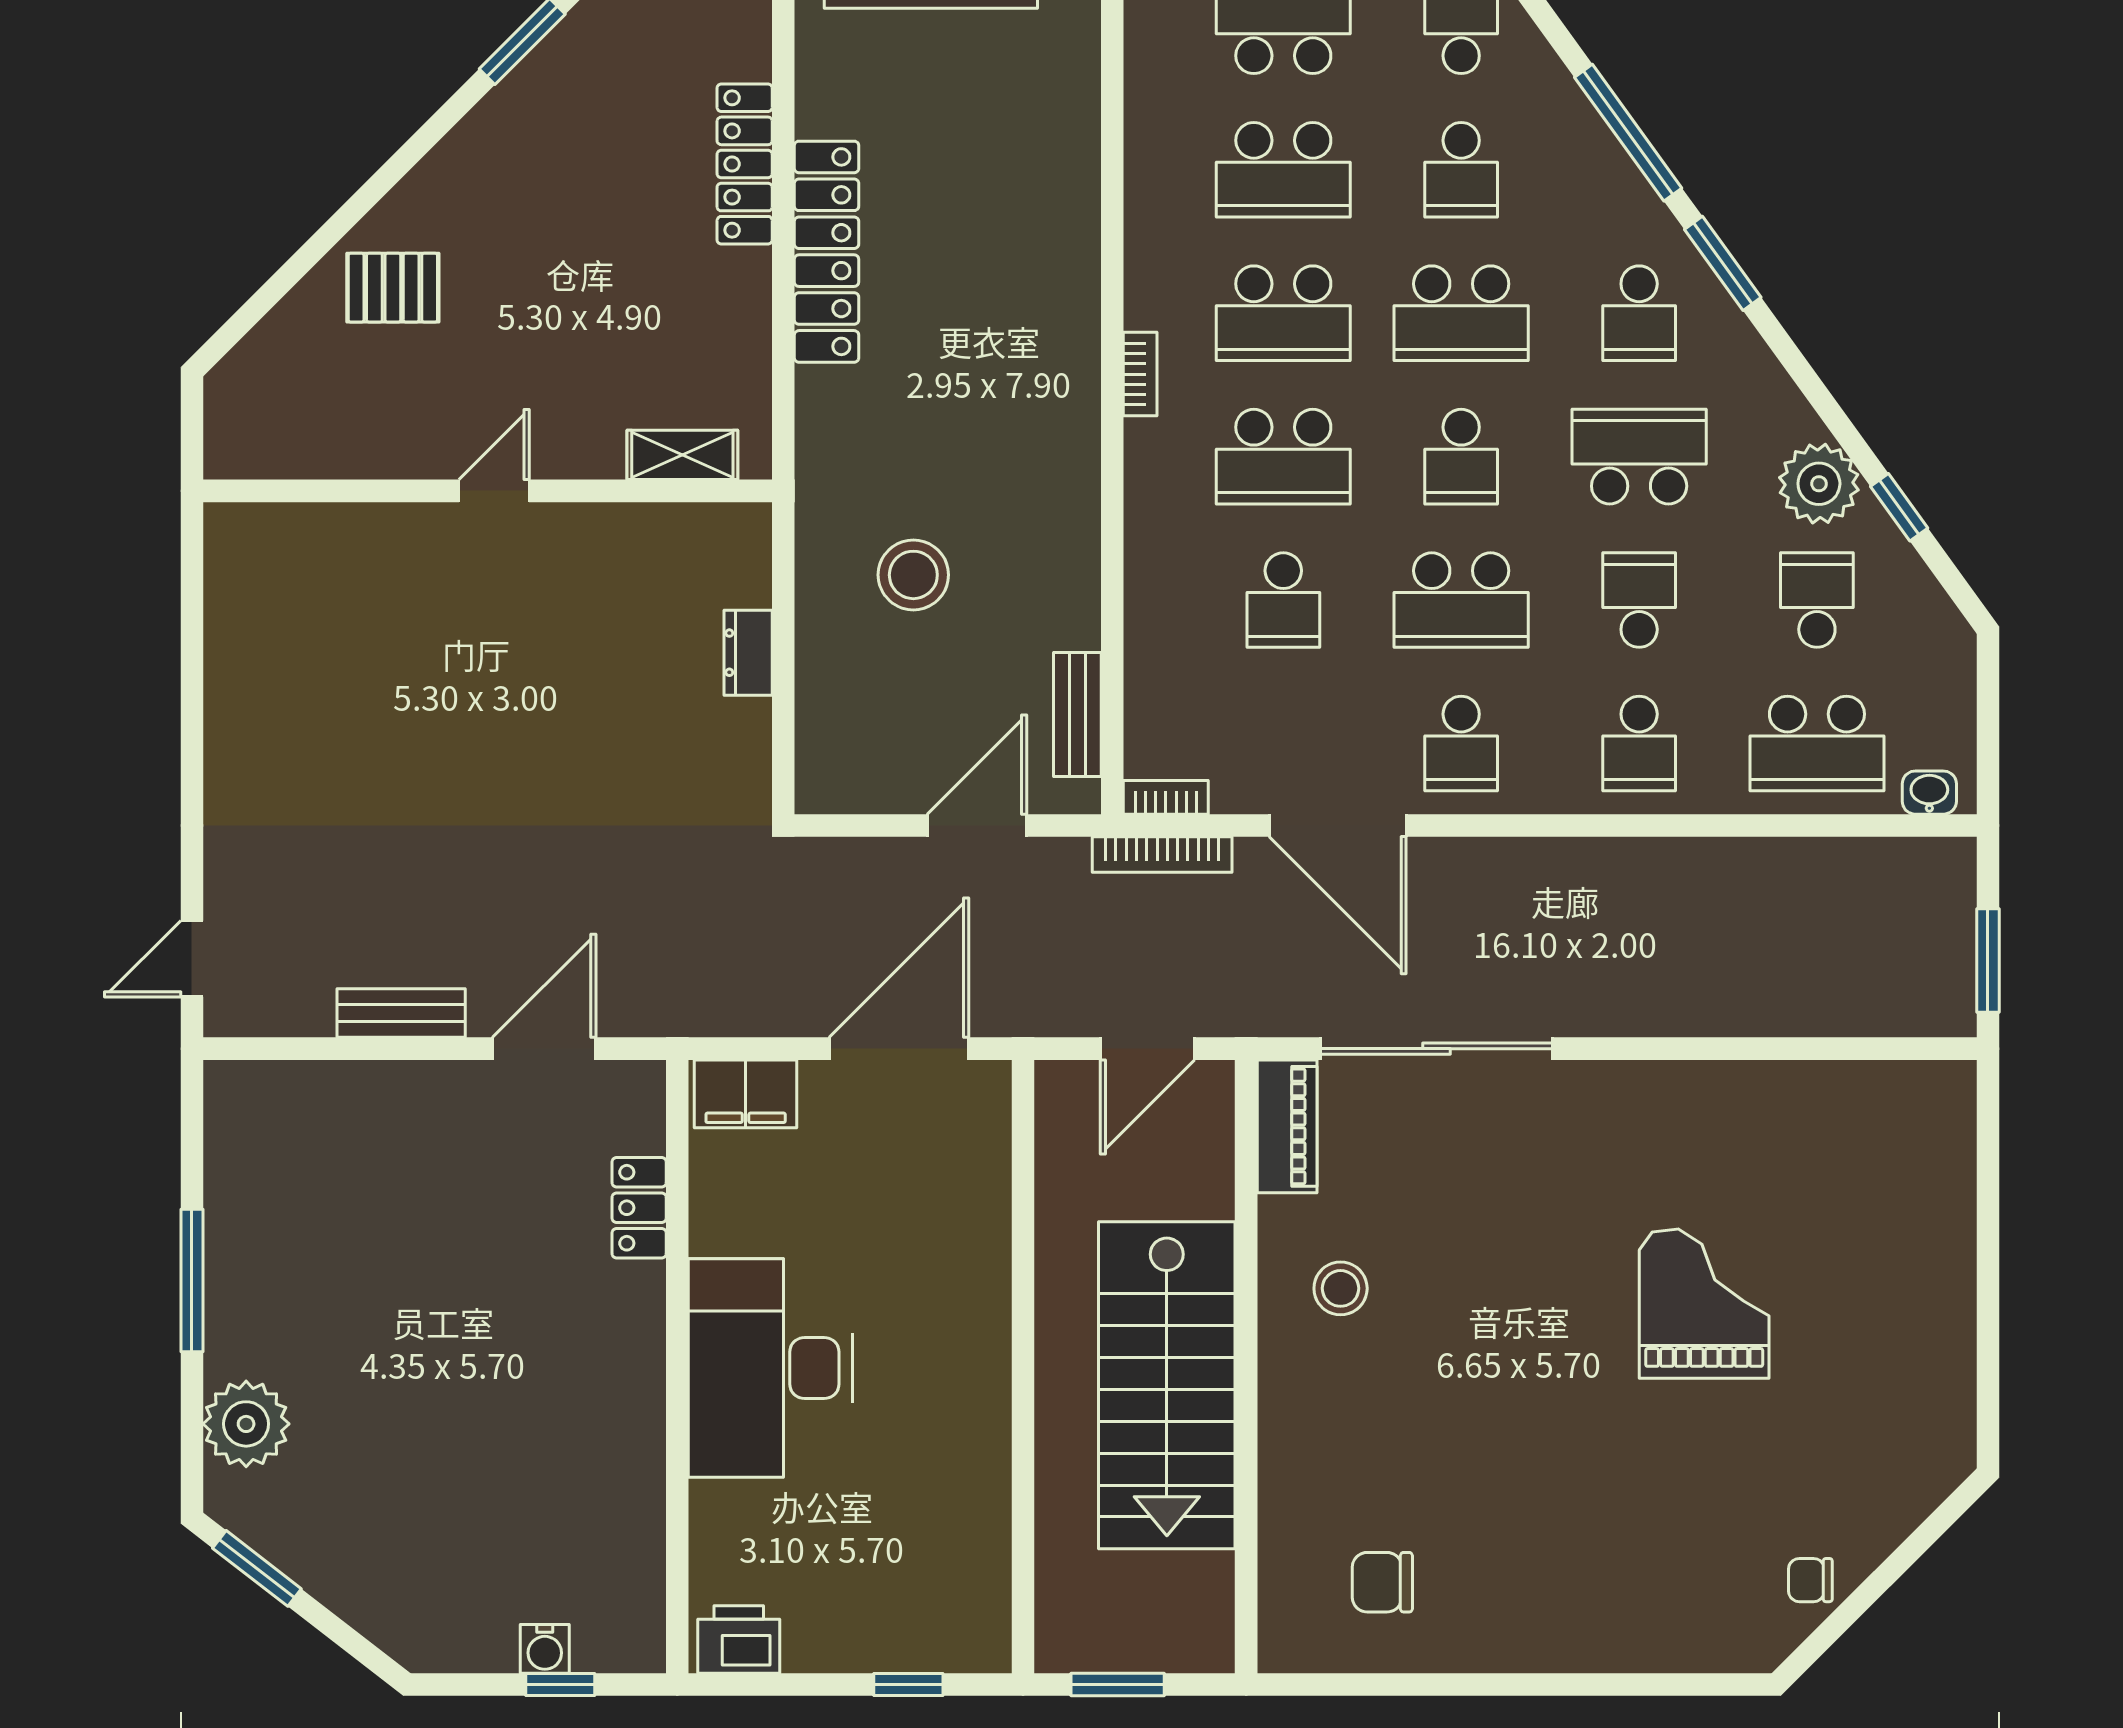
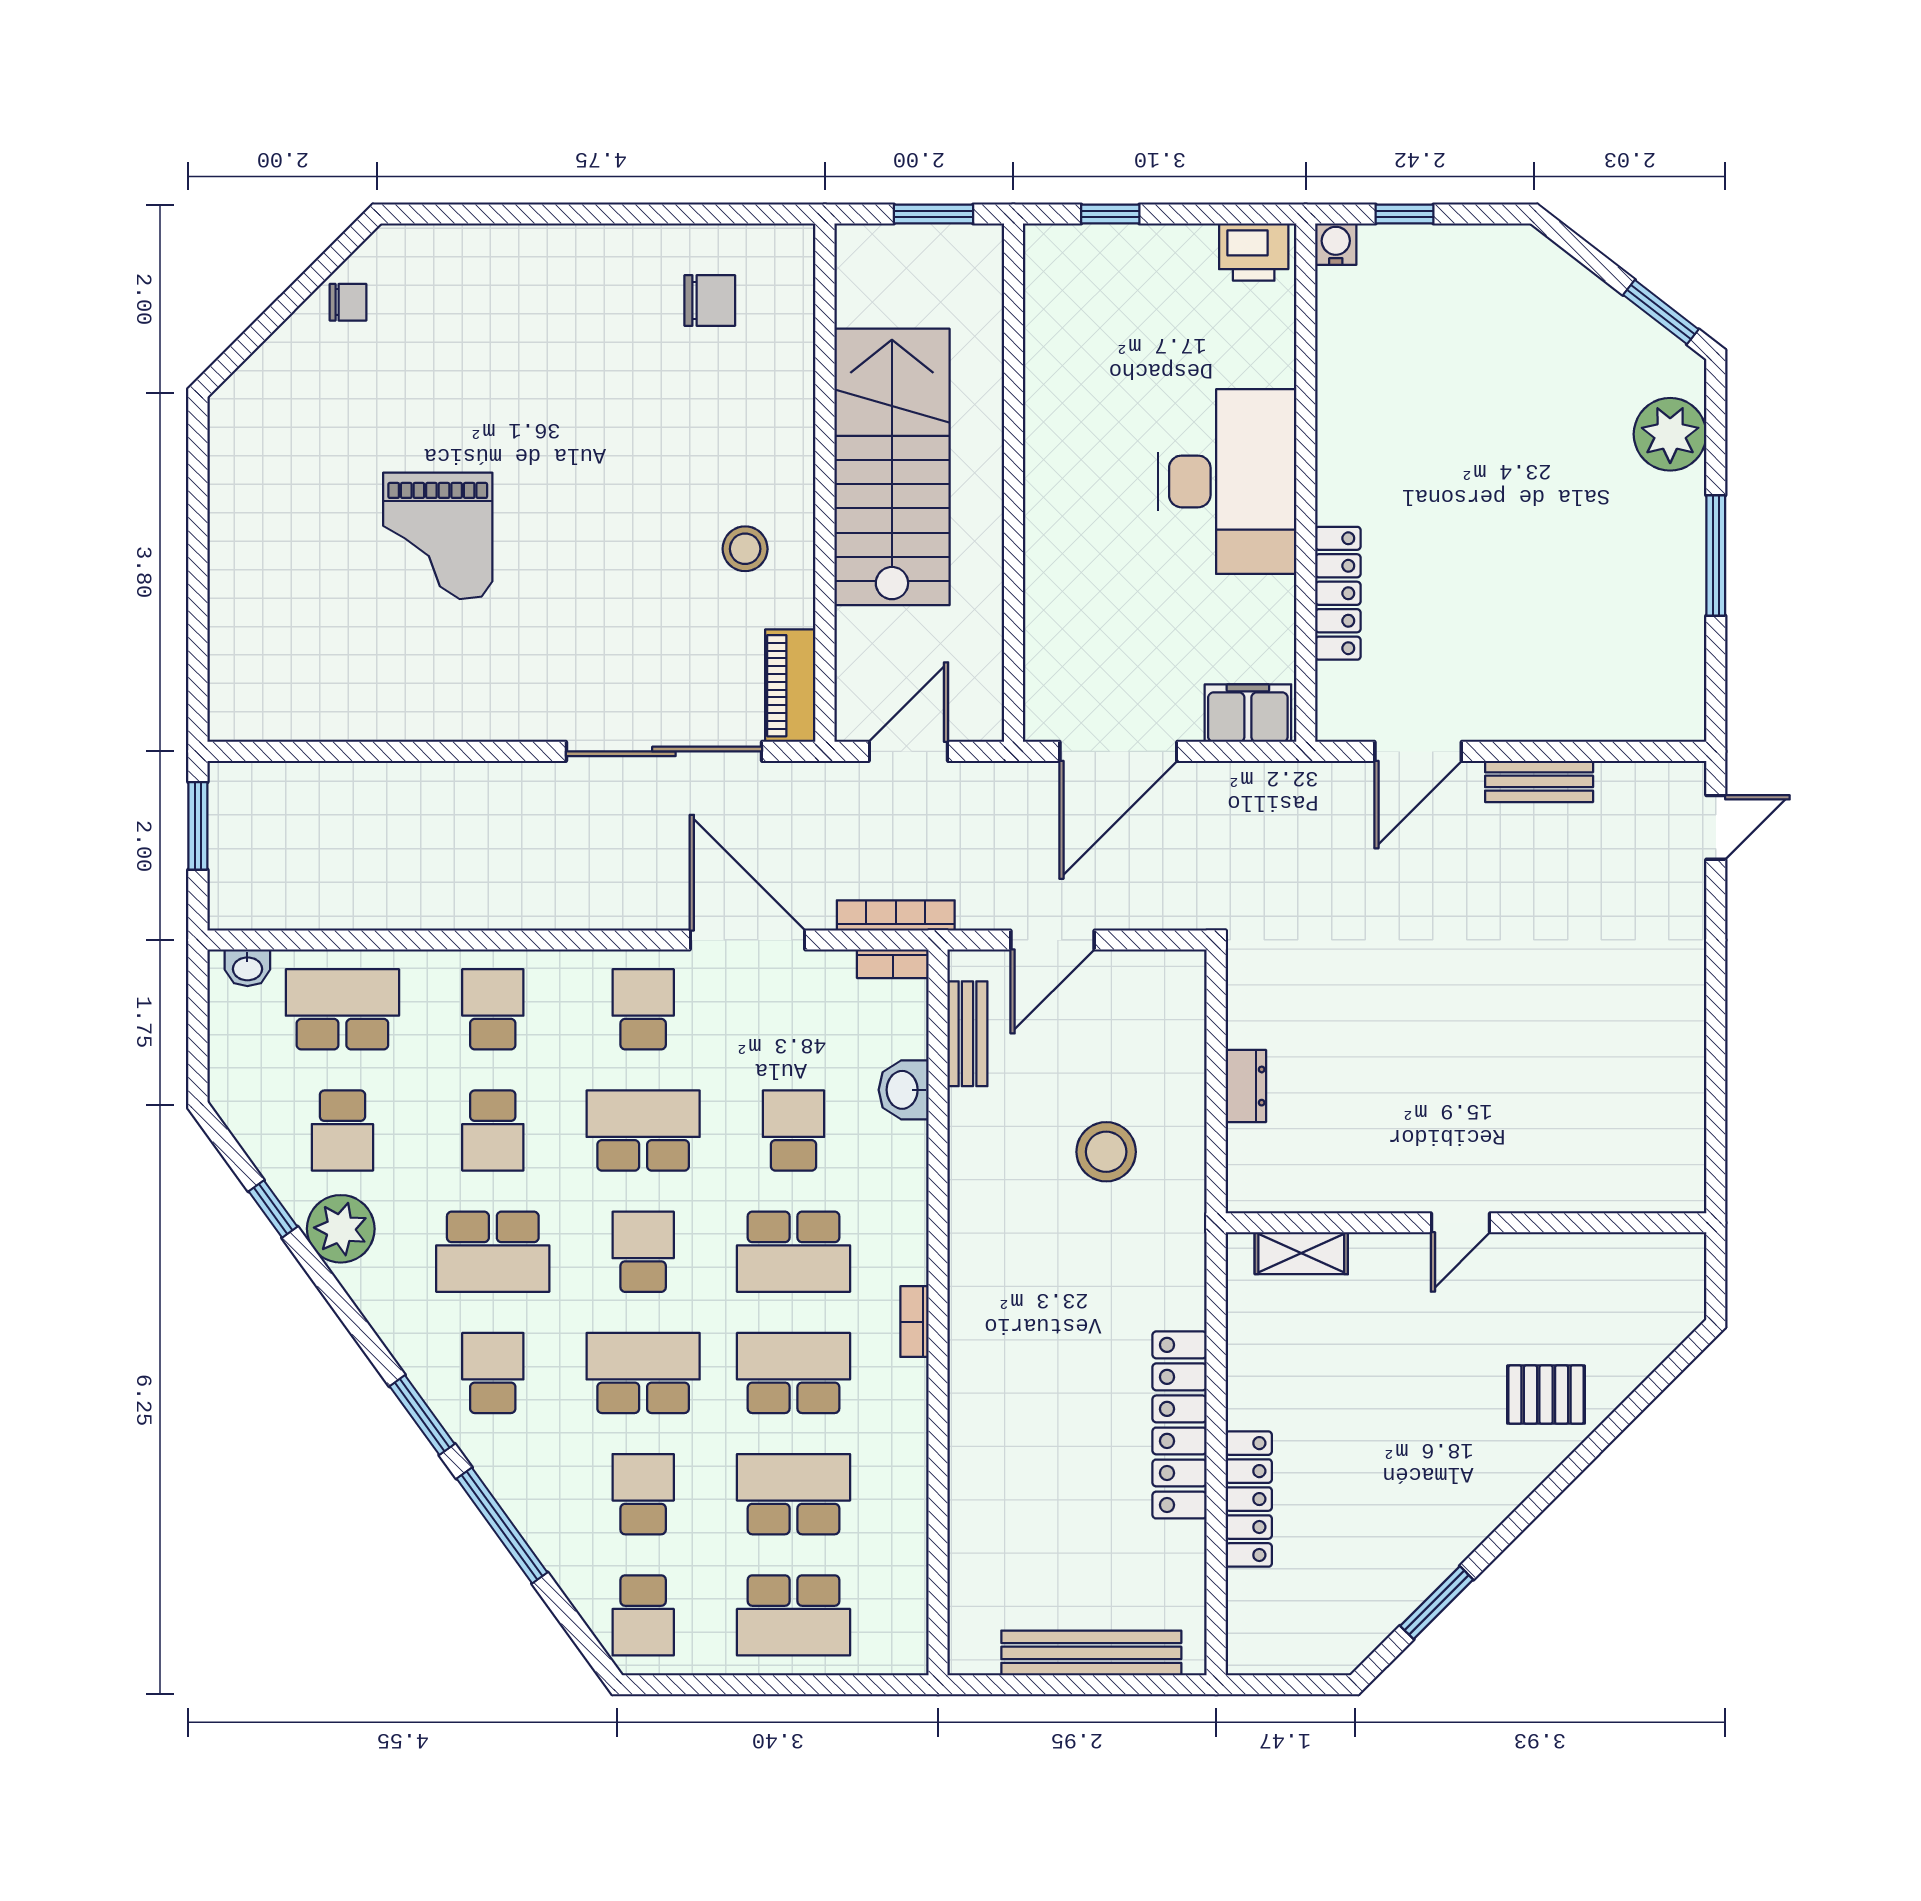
school desk: (1283, 457) -> (793, 1252), turned 180
washbasin: (1153, 648) -> (904, 1090), added
locker: (639, 1208) -> (1338, 593), width x1.53
water cooler: (545, 1649) -> (1336, 244), moved

